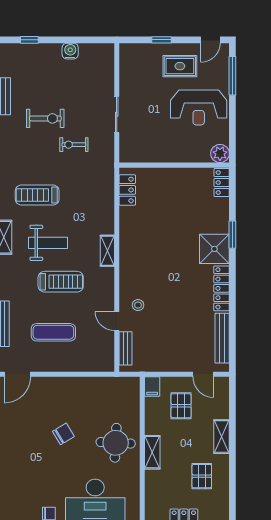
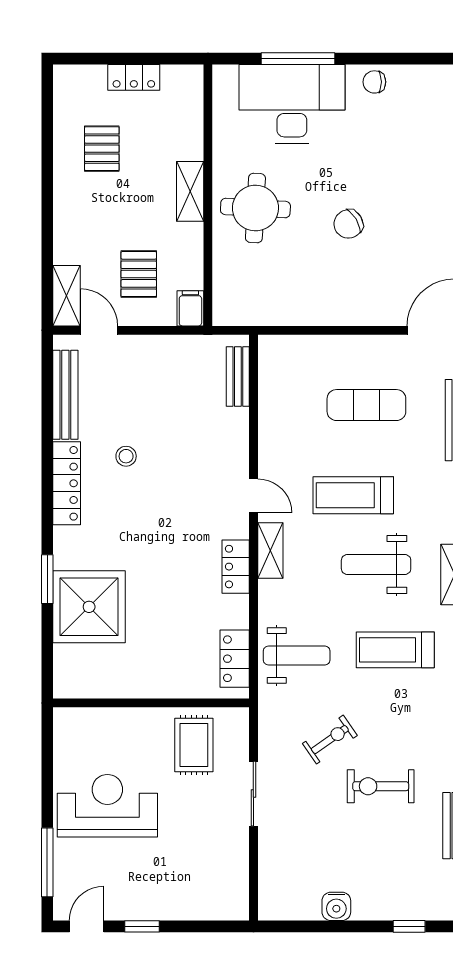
window: (161, 40) -> (142, 926), moved
rug: (180, 66) -> (194, 745), moved, turned 90
exercise bike: (74, 145) -> (330, 740), turned -35
plant: (220, 154) -> (69, 724), removed
locker: (222, 183) -> (236, 567), moved, turned 180
weight bench: (92, 192) -> (297, 656), added
treadmill: (37, 195) -> (395, 650), turned 180
shower: (214, 249) -> (89, 607), moved, width x1.37, depth x1.37
stool: (138, 305) -> (126, 456), moved
door: (117, 321) -> (253, 496), moved
shelving: (222, 437) -> (67, 296), moved

